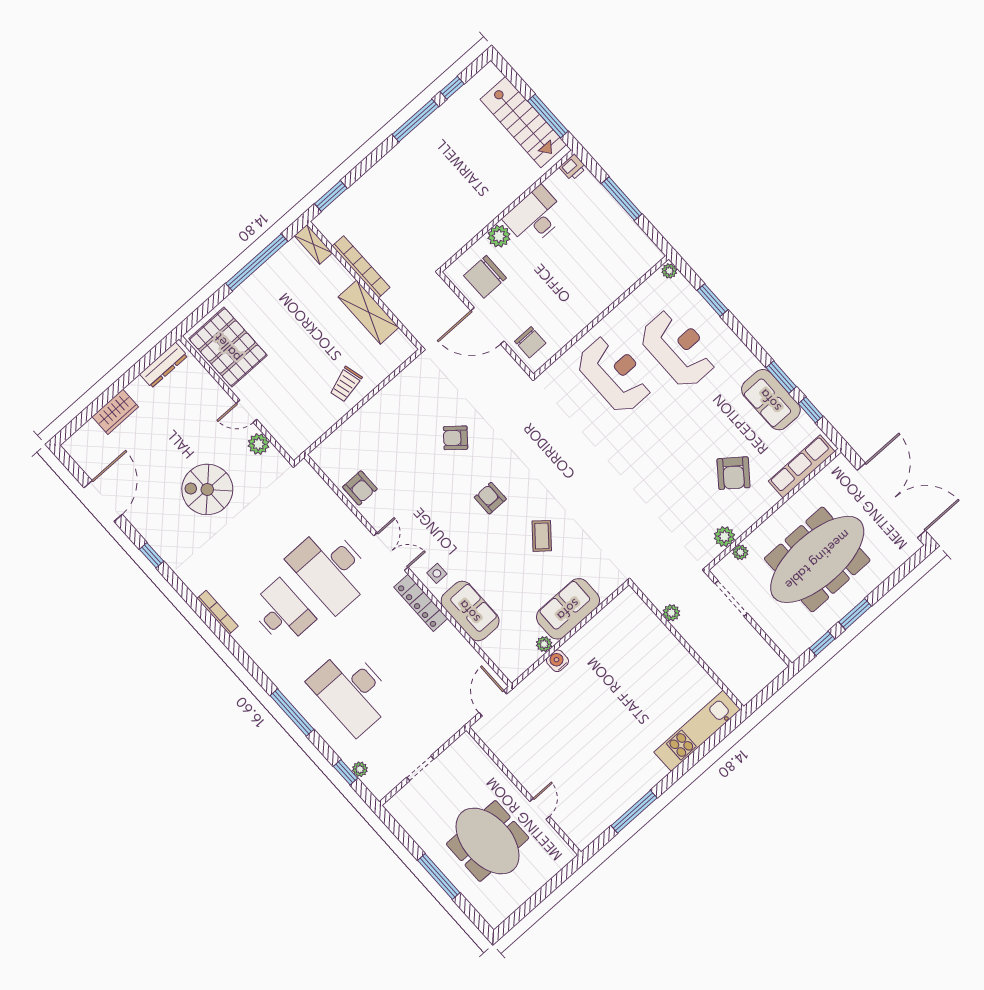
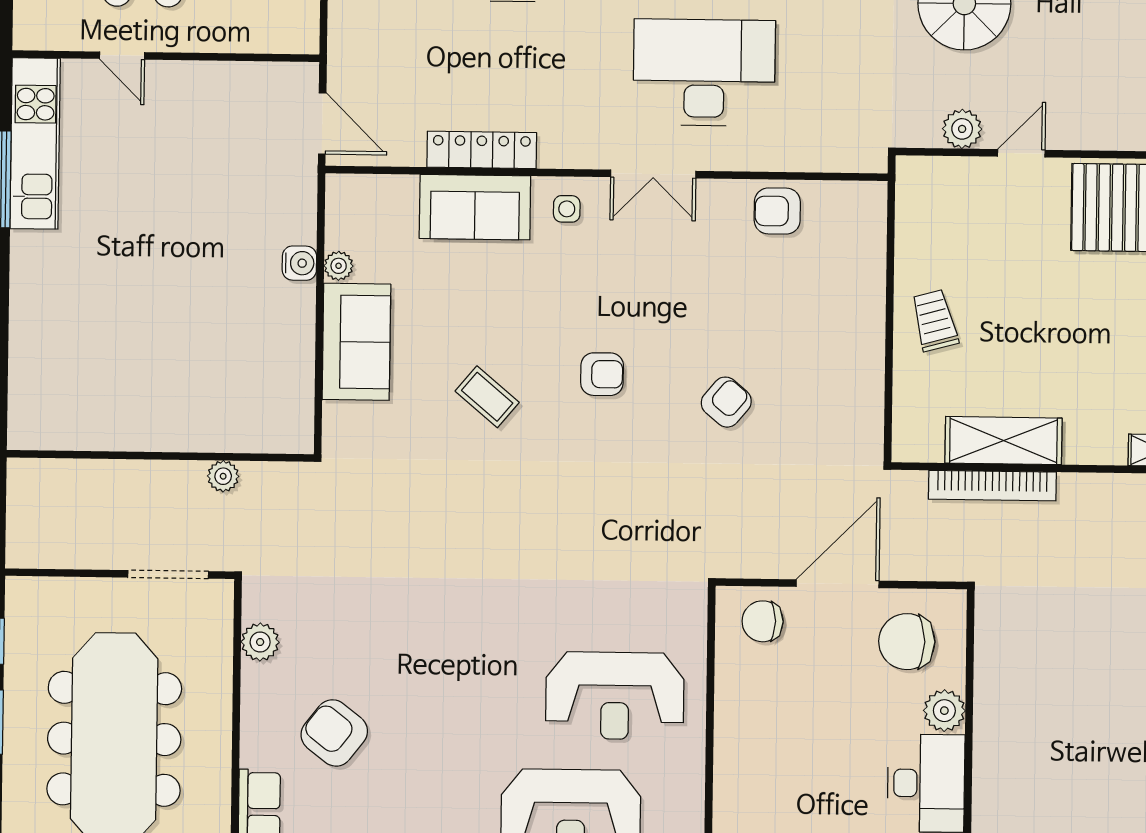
bookcase: (361, 267) -> (992, 486), moved
chair: (485, 277) -> (907, 642), turned -90
plant: (740, 552) -> (219, 644), removed
locker: (421, 603) -> (482, 150), moved
kitchen unit: (697, 731) -> (35, 143), moved

